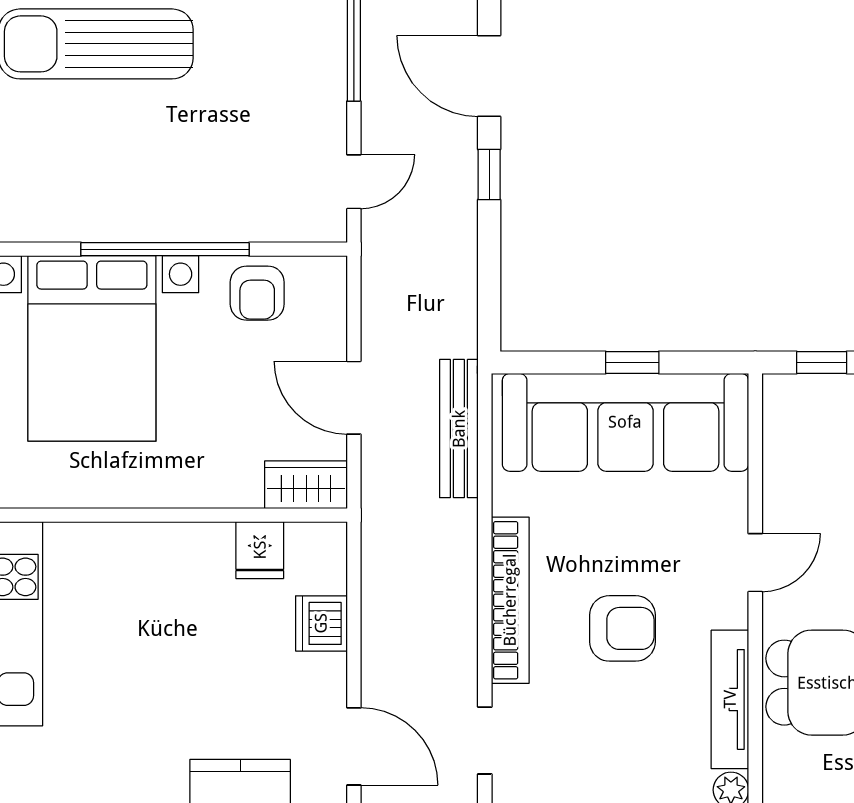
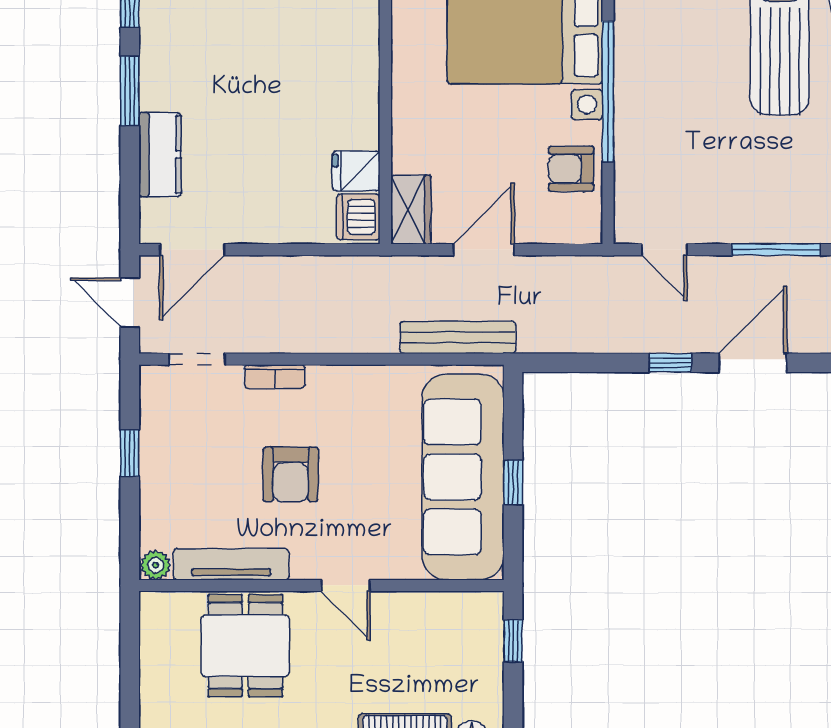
bookcase: (510, 600) -> (275, 377), width x0.43, depth x0.76
dishwasher: (321, 623) -> (358, 217), moved, turned -90

